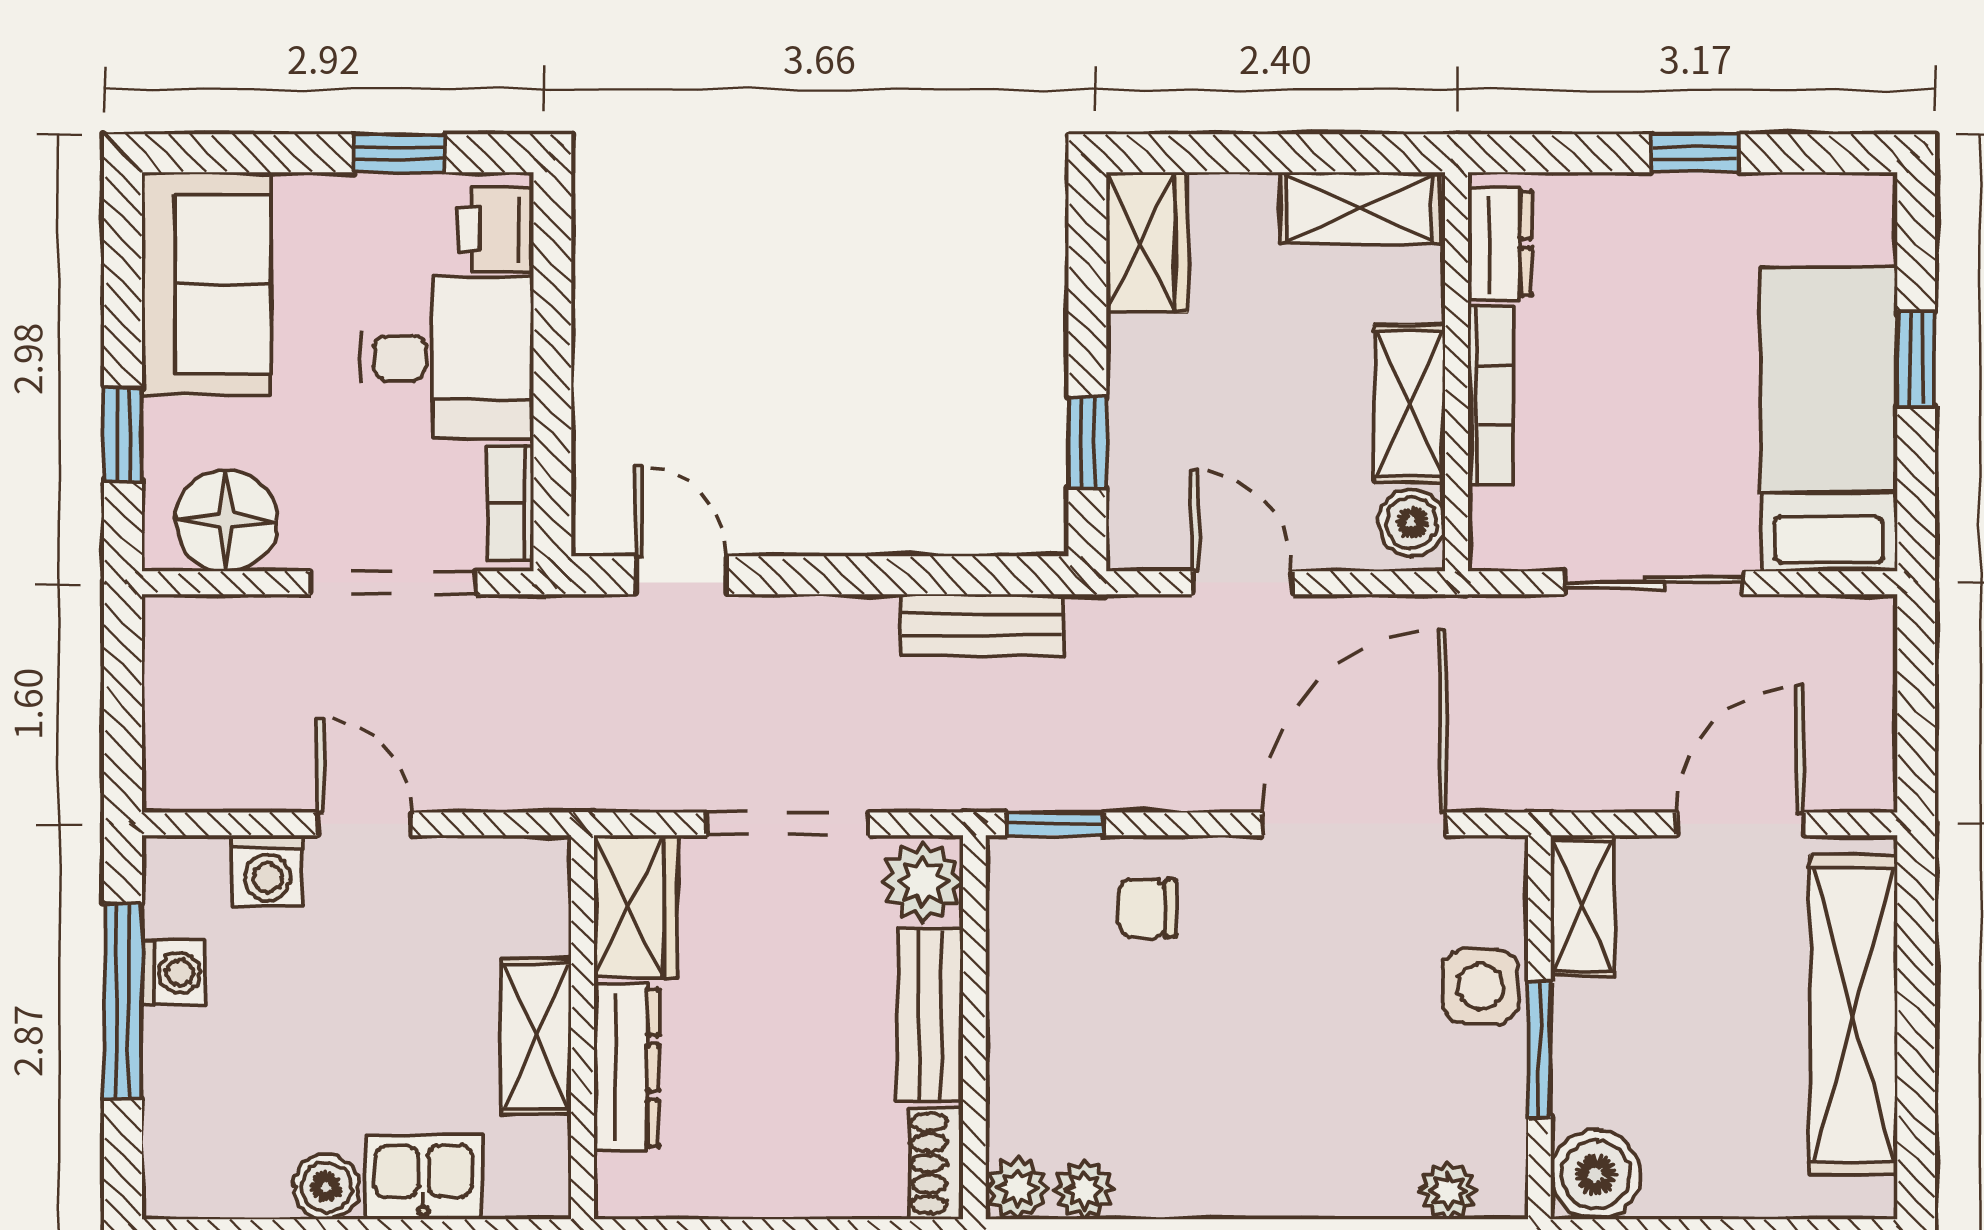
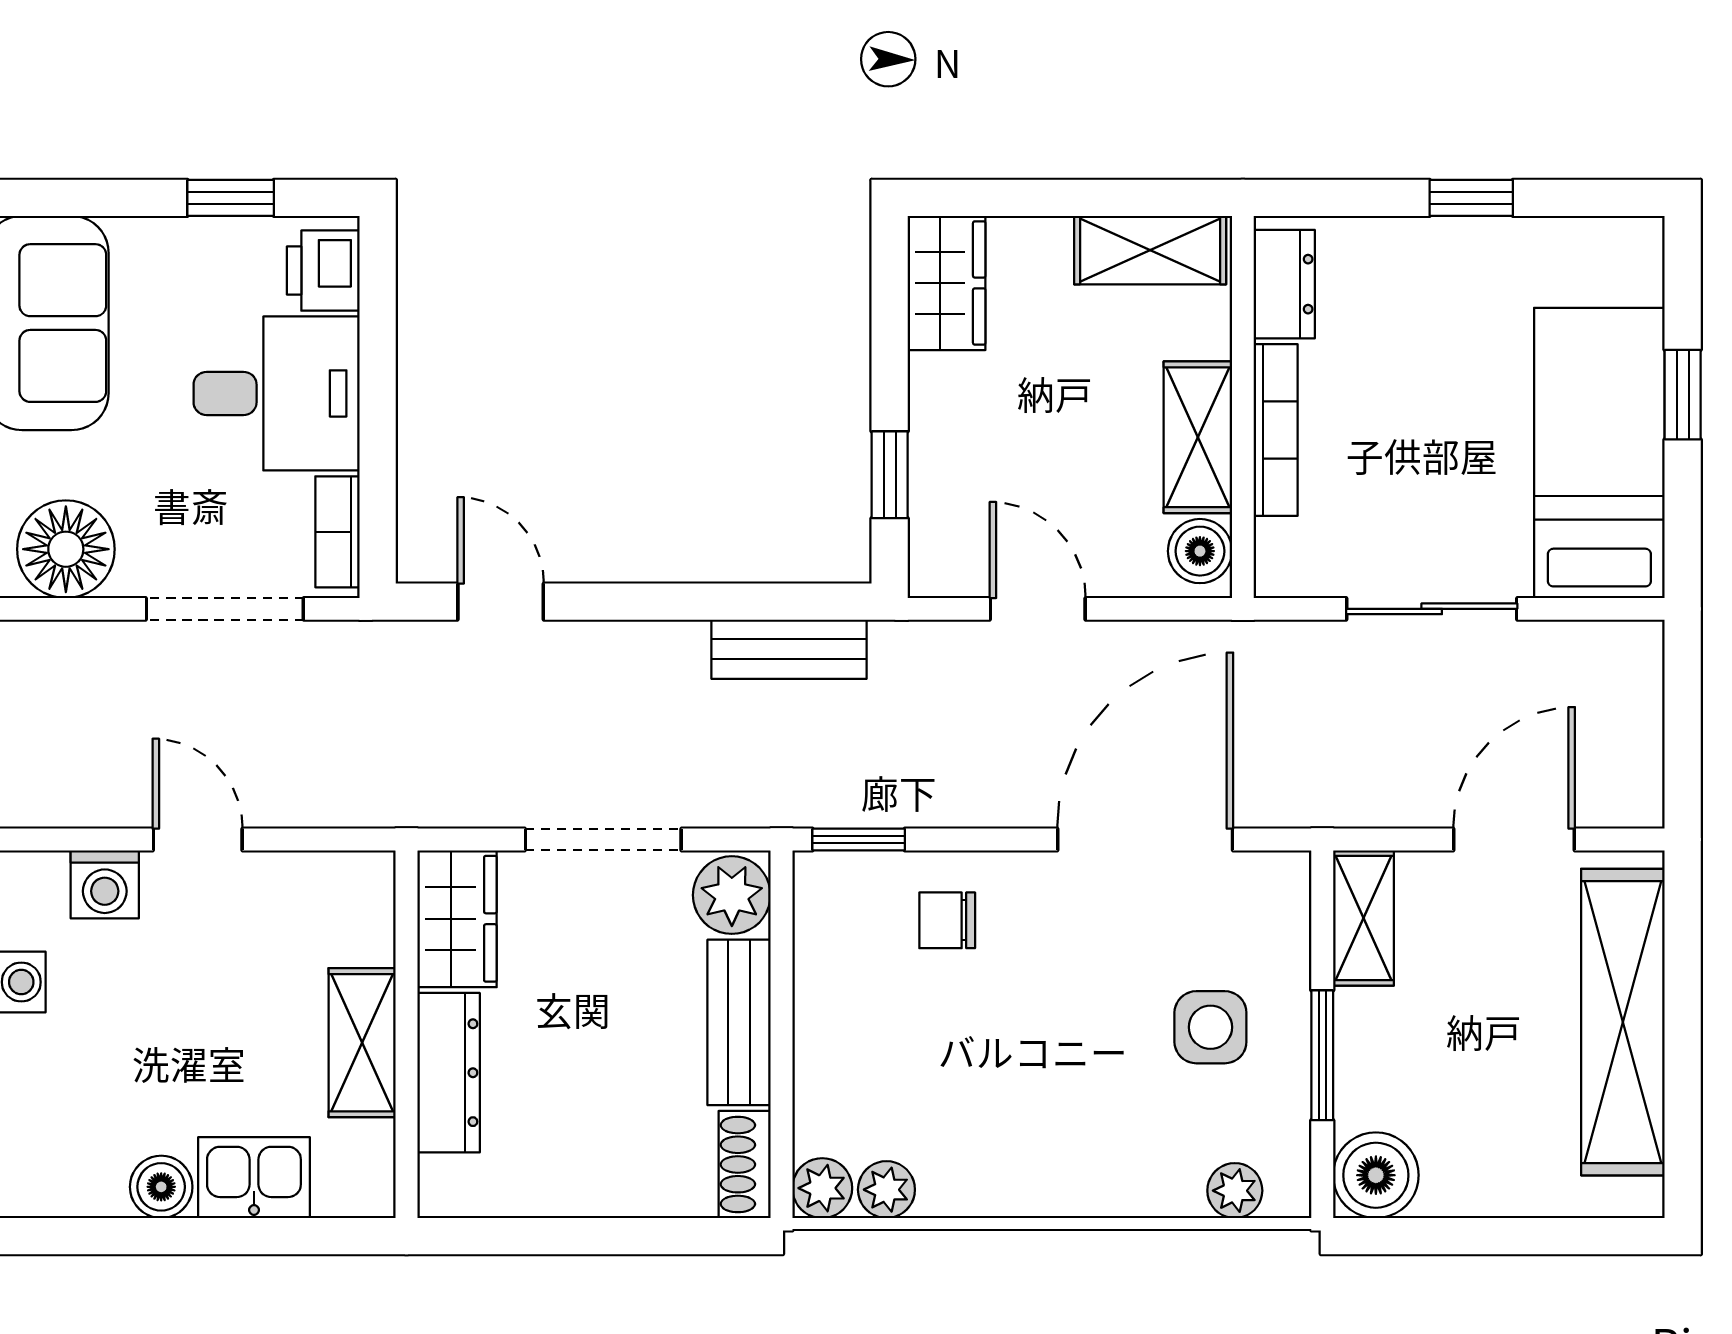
side table: (1480, 986) -> (1210, 1027), moved

